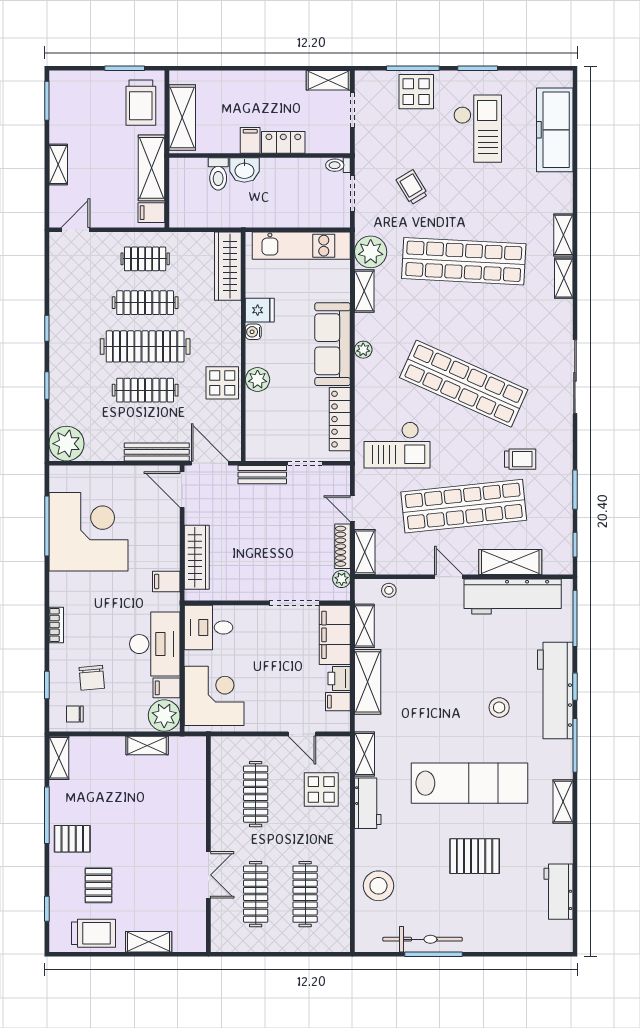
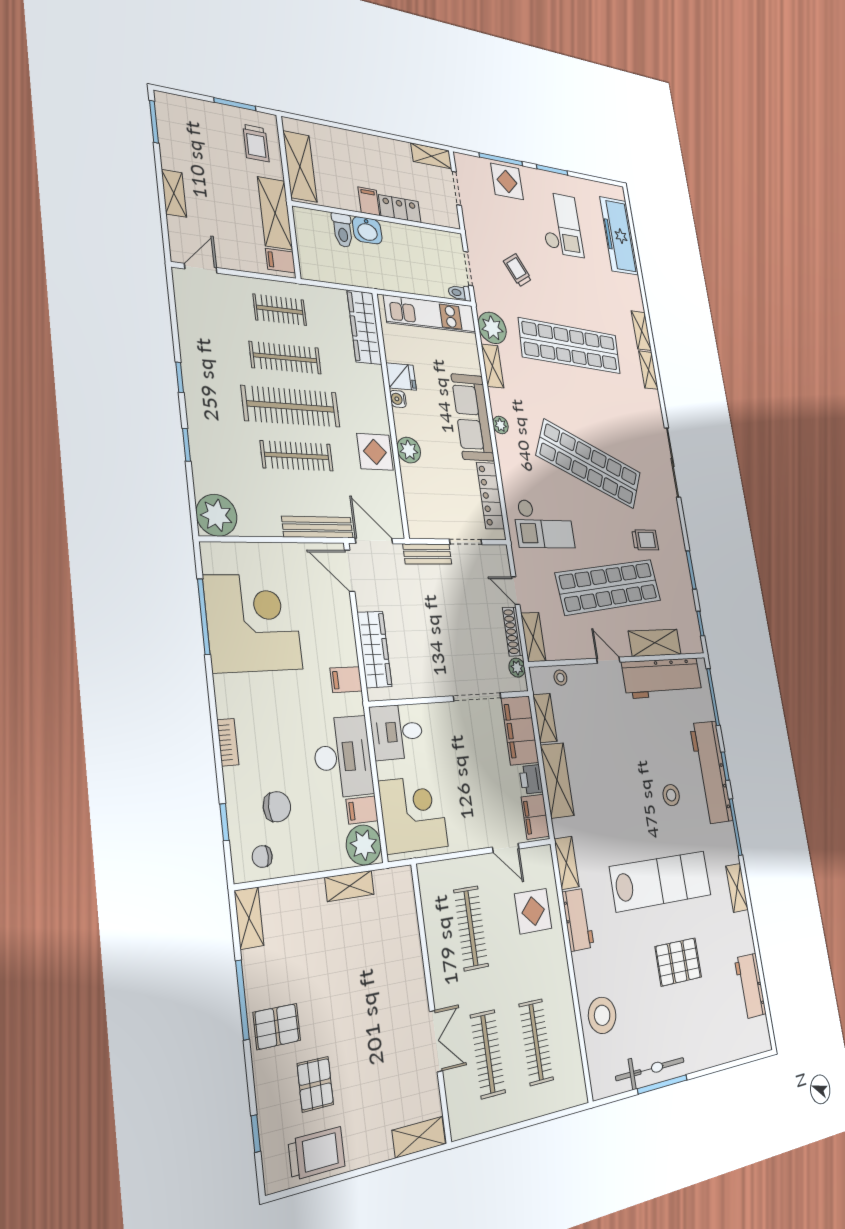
trolley: (141, 103) -> (256, 143), width x0.73, depth x0.72
toilet: (338, 165) -> (459, 293), moved
chair: (92, 678) -> (277, 807), turned -85
filing cabinet: (338, 702) -> (535, 817), width x2.00
shelving: (149, 942) -> (419, 1137), moved

